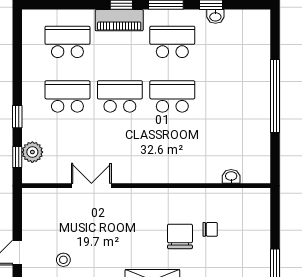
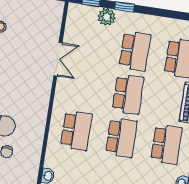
school desk: (172, 151) -> (76, 131), added
plant: (32, 152) -> (107, 17), moved

